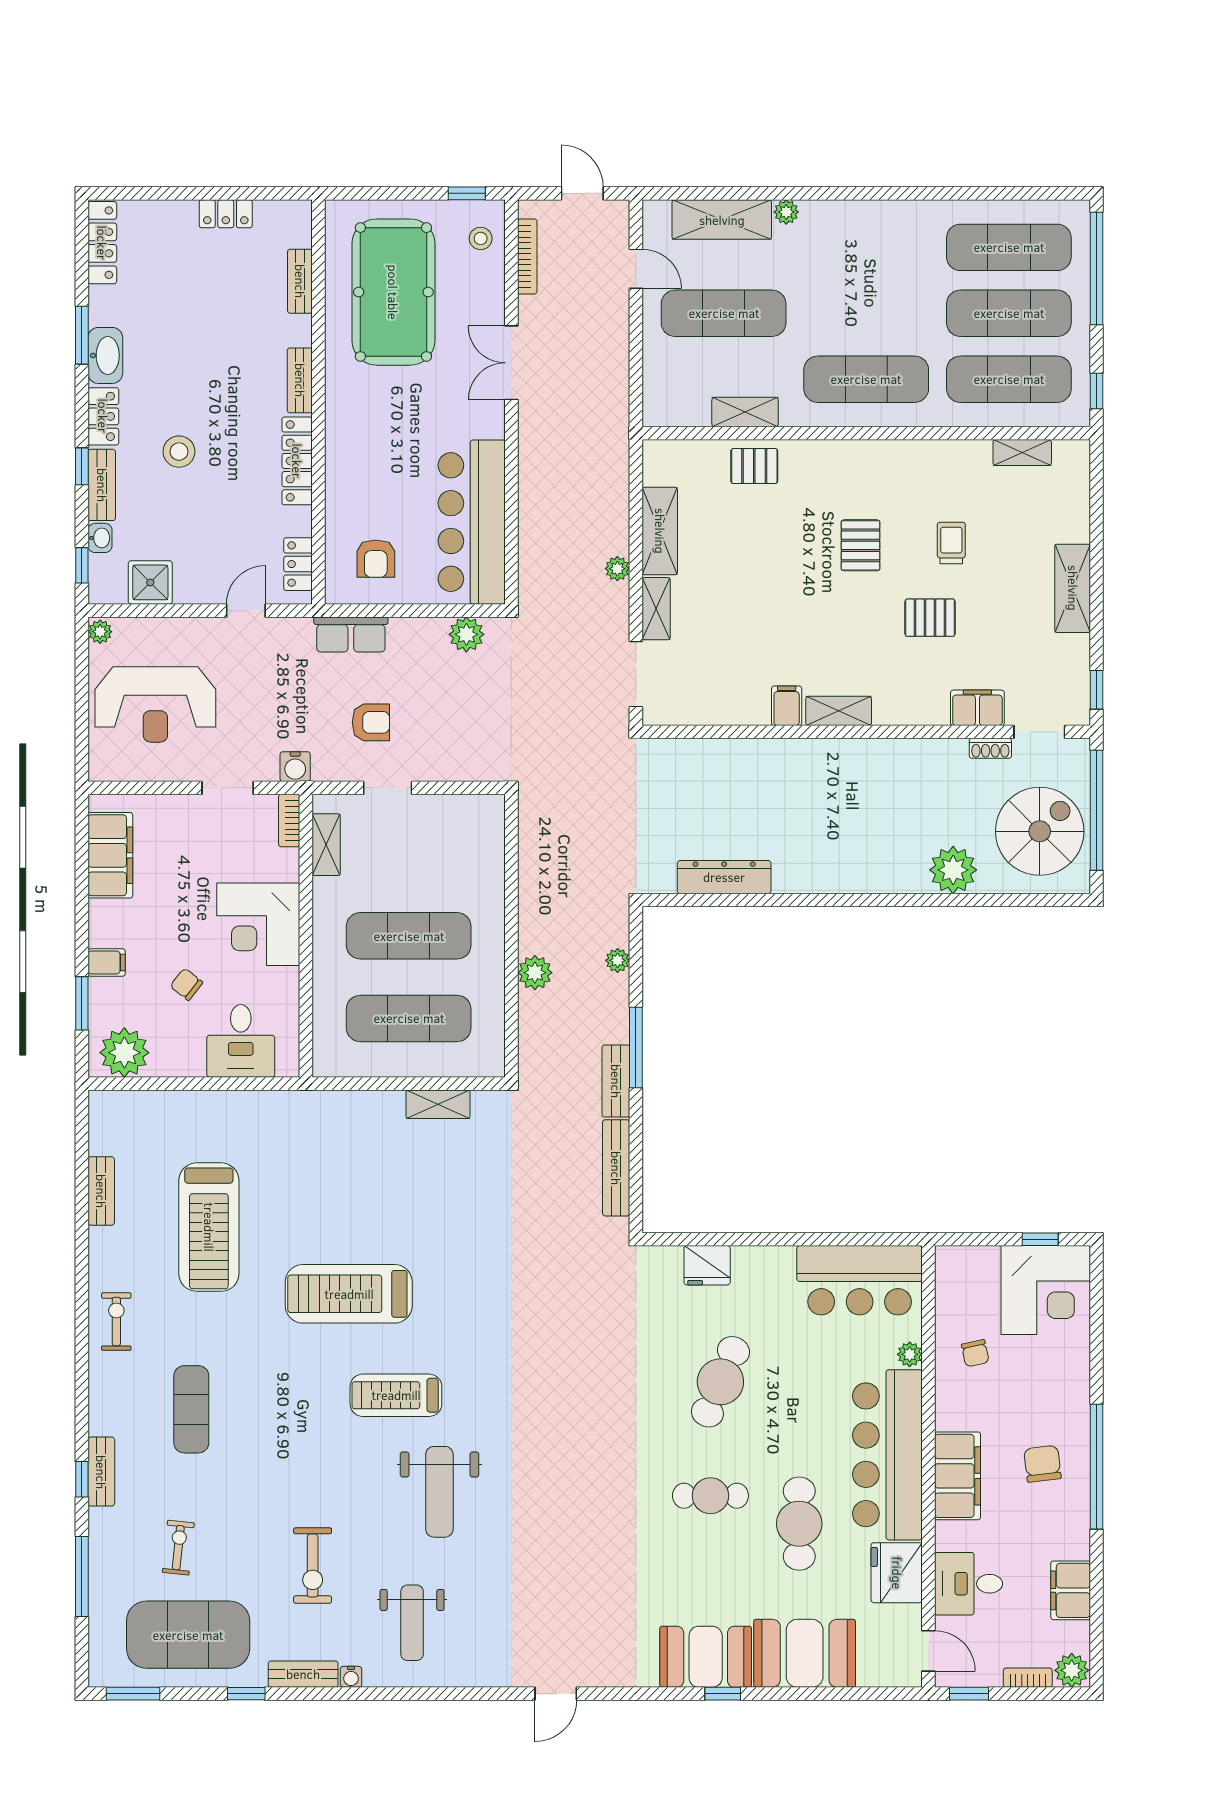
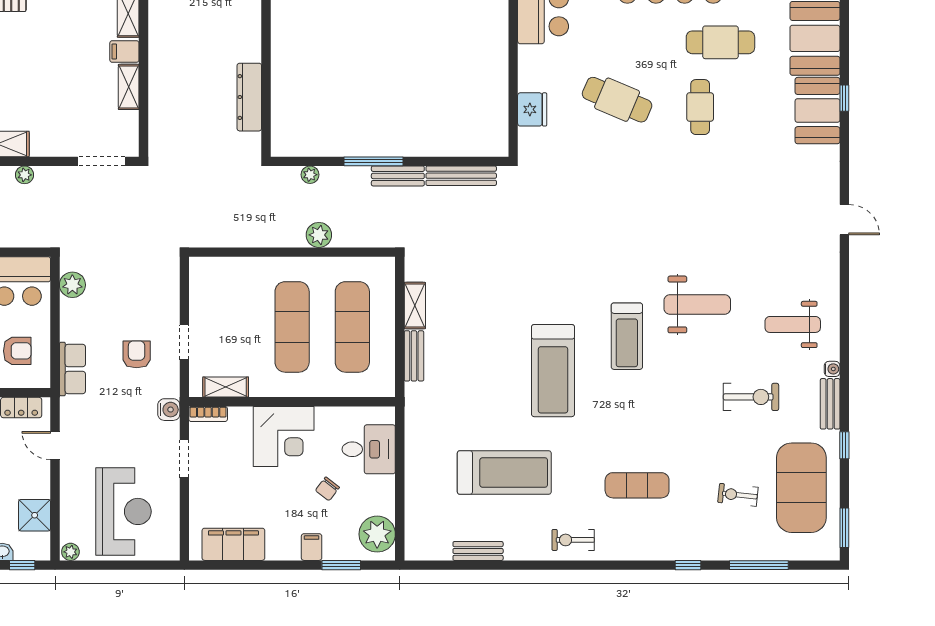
shelving: (656, 609) -> (129, 87), moved, turned 90
bench: (101, 1472) -> (414, 356), moved, turned 90
weight bench: (412, 1623) -> (793, 324), turned 180

